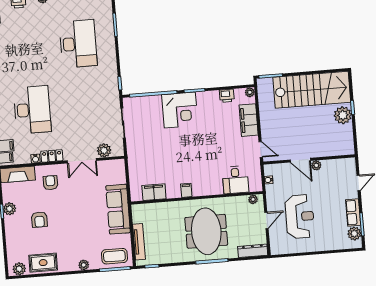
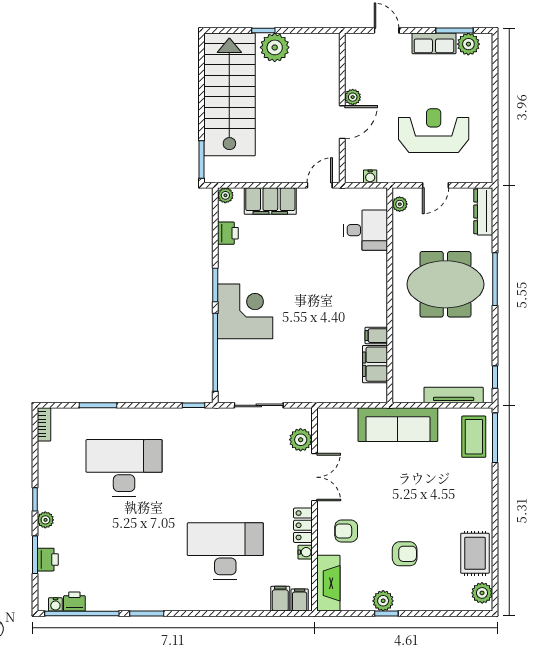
filing cabinet: (186, 190) -> (376, 336), moved
door: (266, 220) -> (436, 185), swing flipped
plant: (84, 265) -> (484, 488), removed

